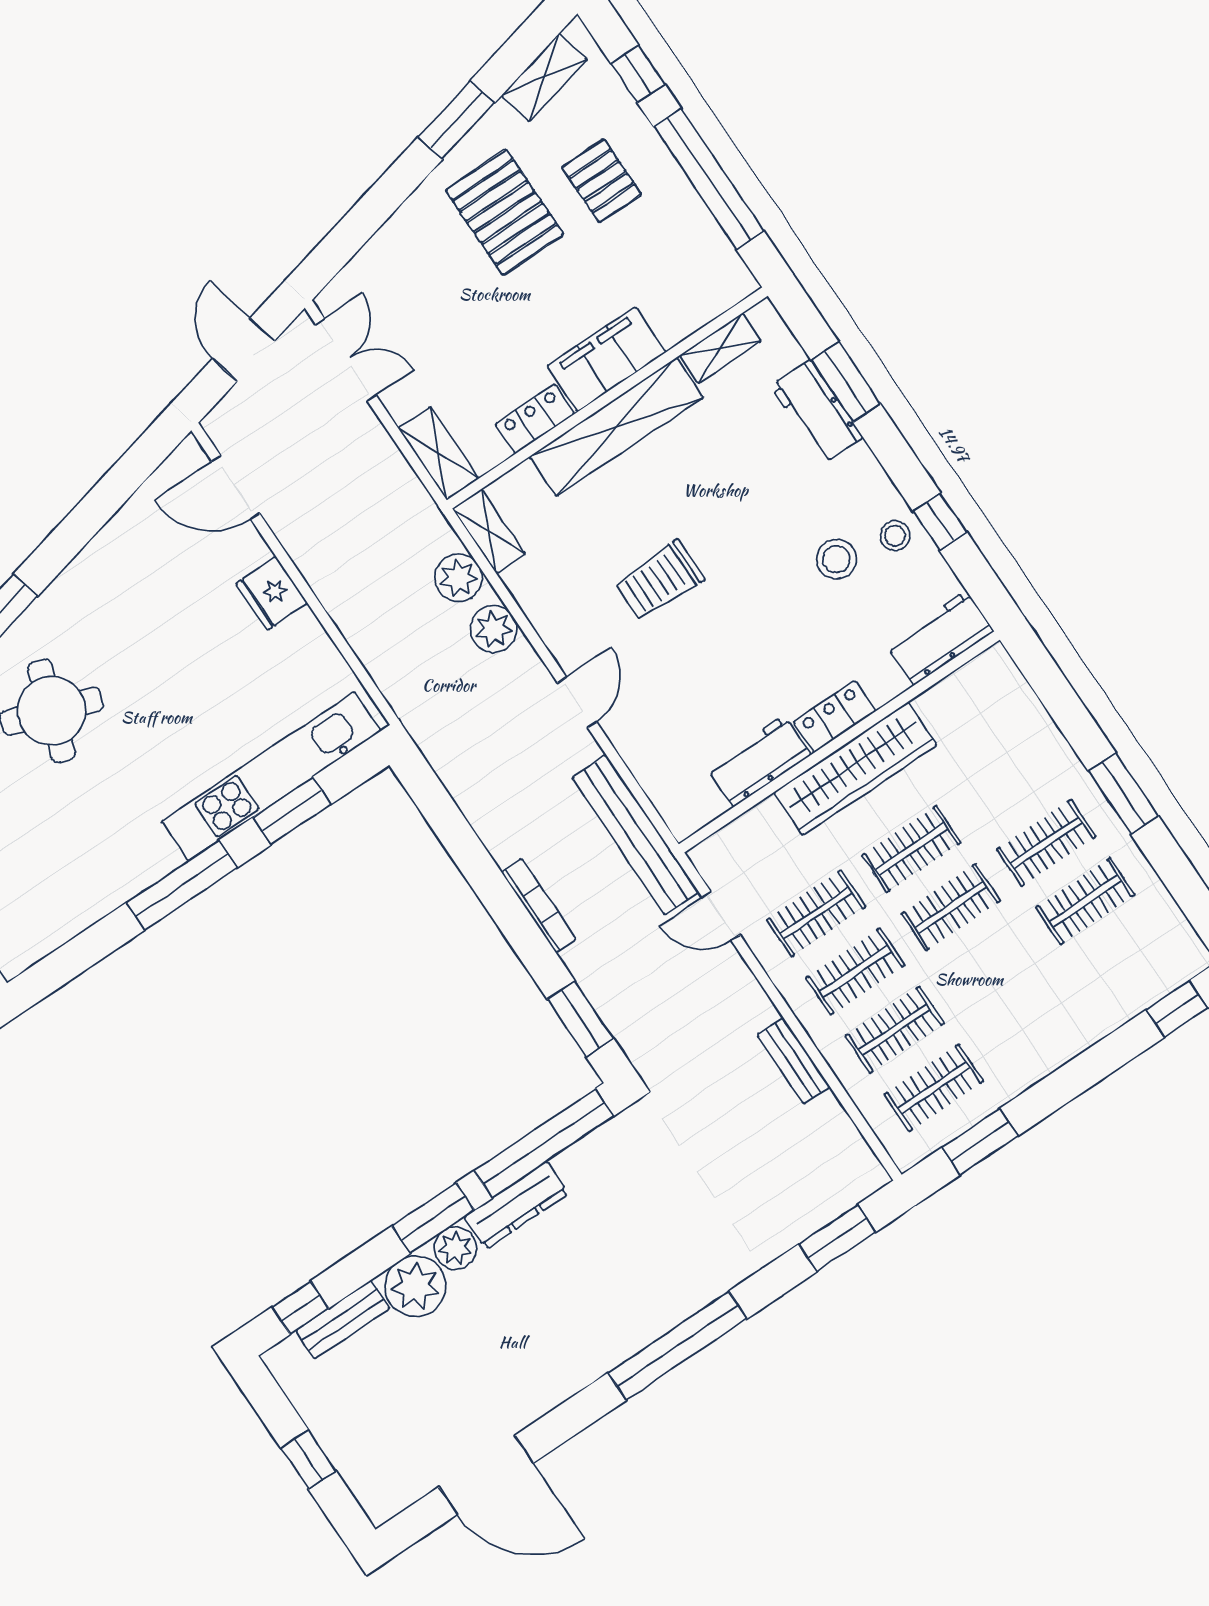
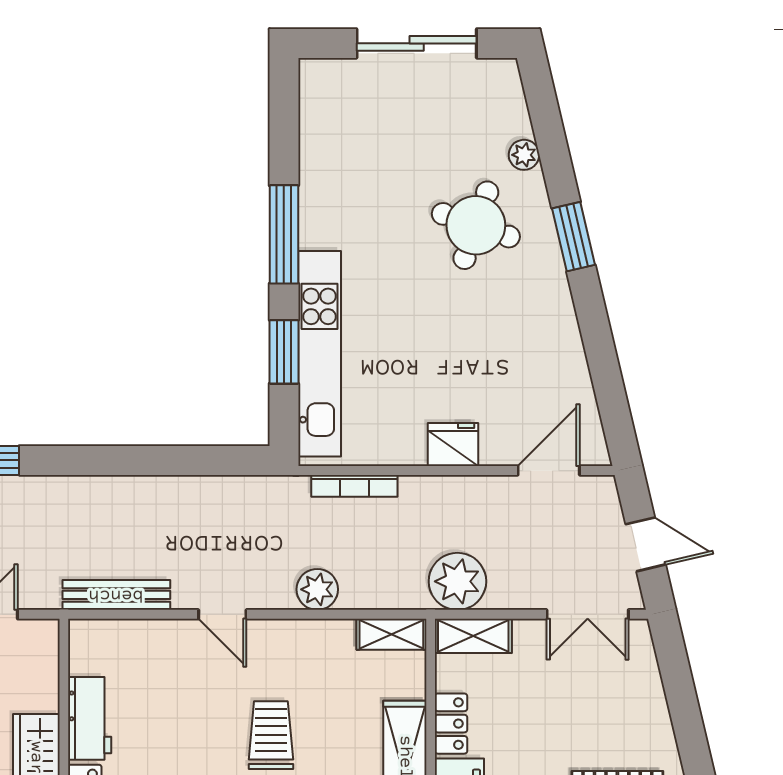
plant: (458, 578) -> (457, 581), moved, width x1.36, depth x1.36
bench: (635, 835) -> (116, 595), width x0.73, depth x0.82
bookcase: (539, 905) -> (354, 486), moved

